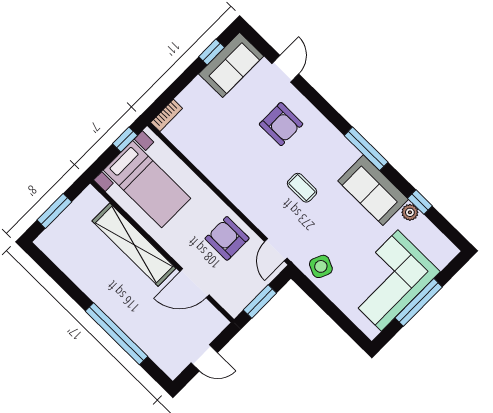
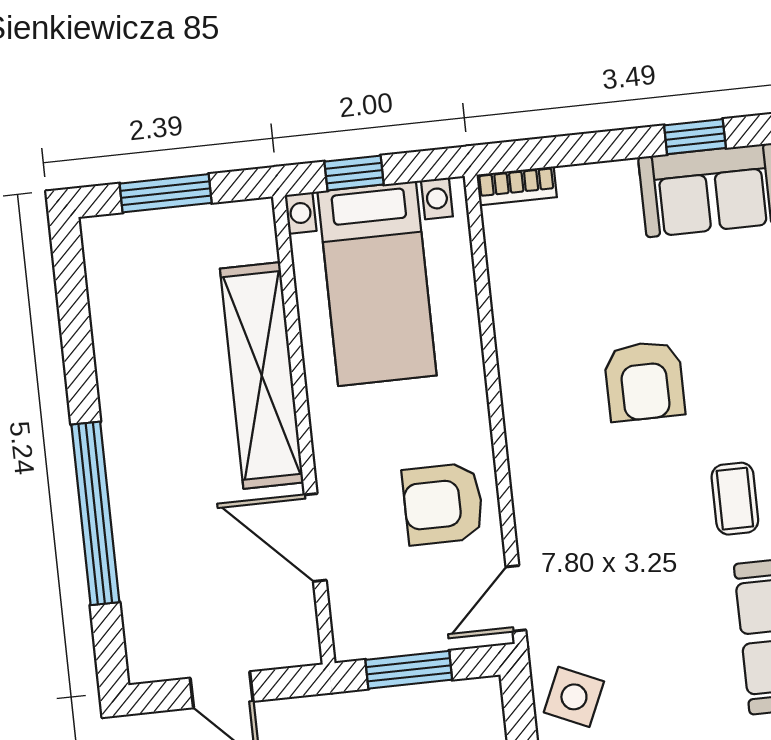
armchair: (281, 124) -> (644, 381), moved
window: (125, 140) -> (354, 173), moved
coffee table: (302, 188) -> (735, 499), moved
armchair: (227, 238) -> (443, 504), turned -90

